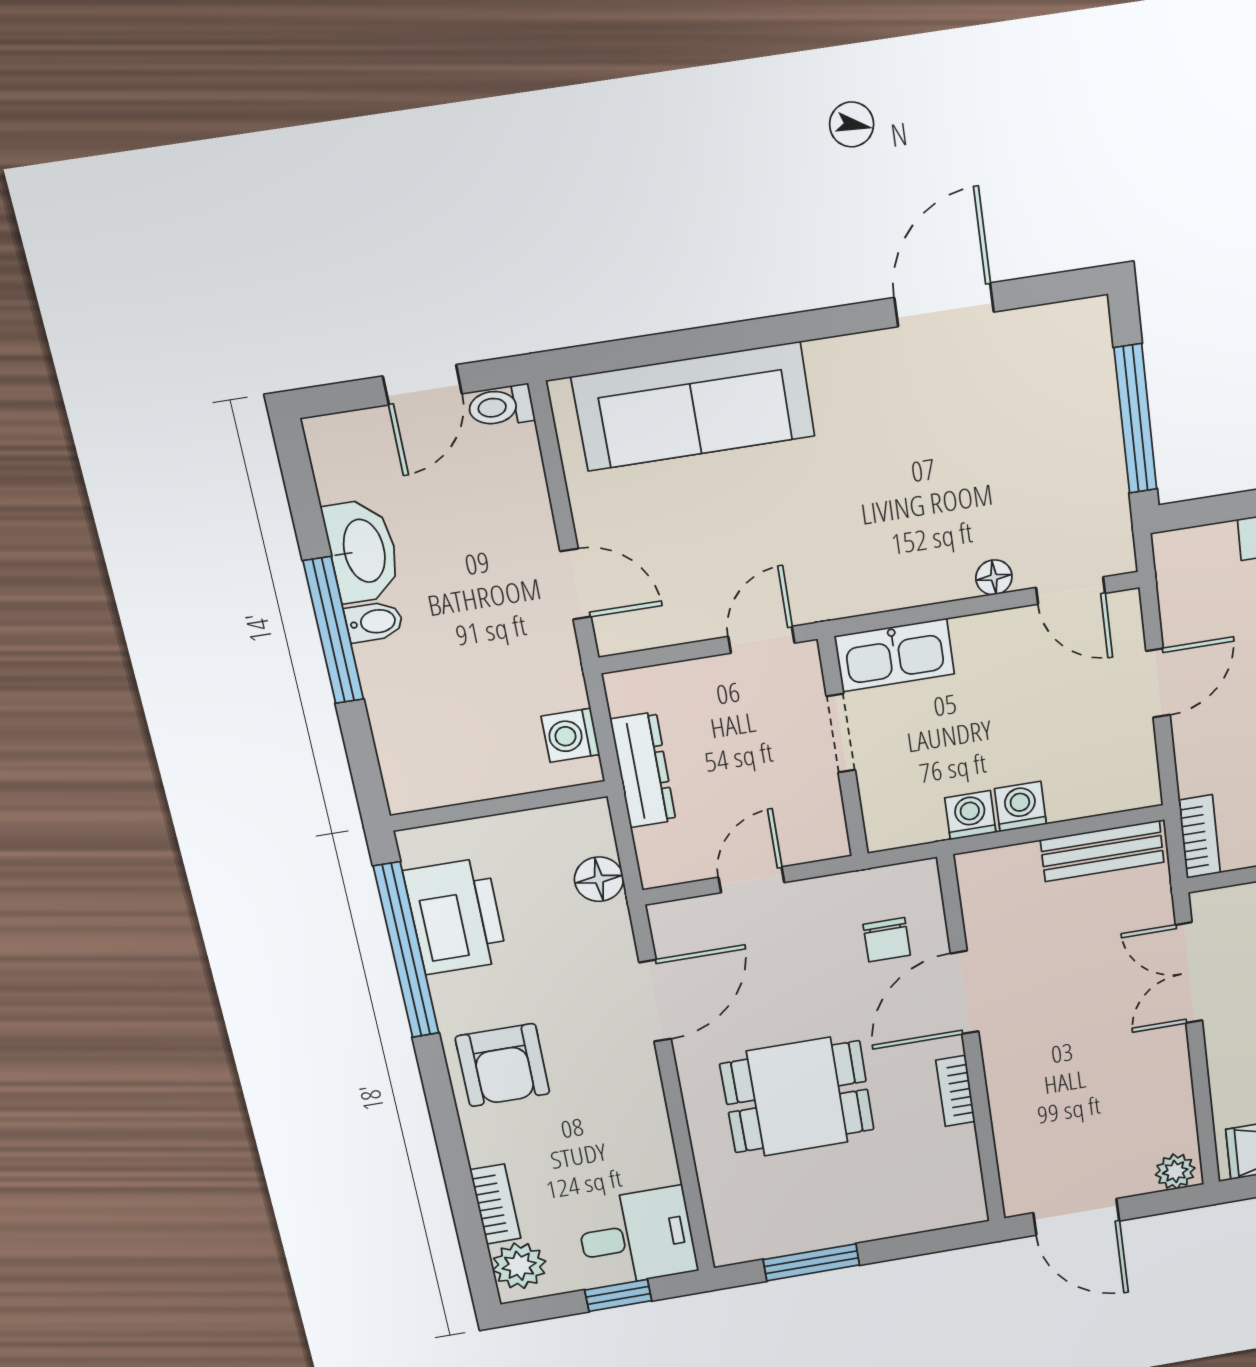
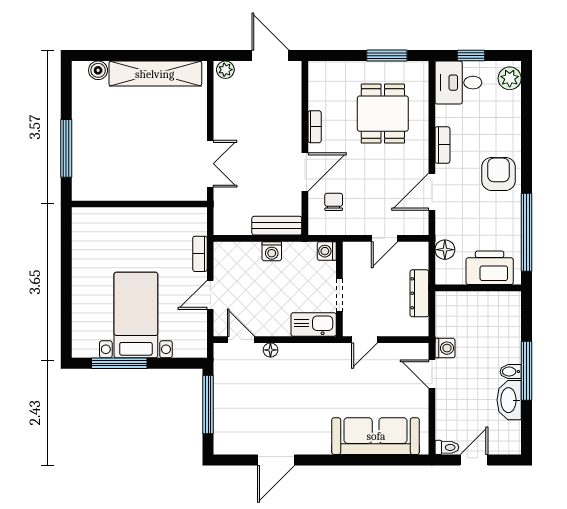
washing machine: (570, 735) -> (445, 348), moved
washing machine: (970, 815) -> (327, 251), moved, turned 90
bookcase: (1199, 837) -> (200, 254), moved
bench: (1102, 851) -> (277, 226), moved
printer: (456, 916) -> (490, 268), moved, turned 90
dining table: (797, 1097) -> (383, 114), moved, turned 90
bookcase: (495, 1204) -> (442, 145), moved, turned 180

